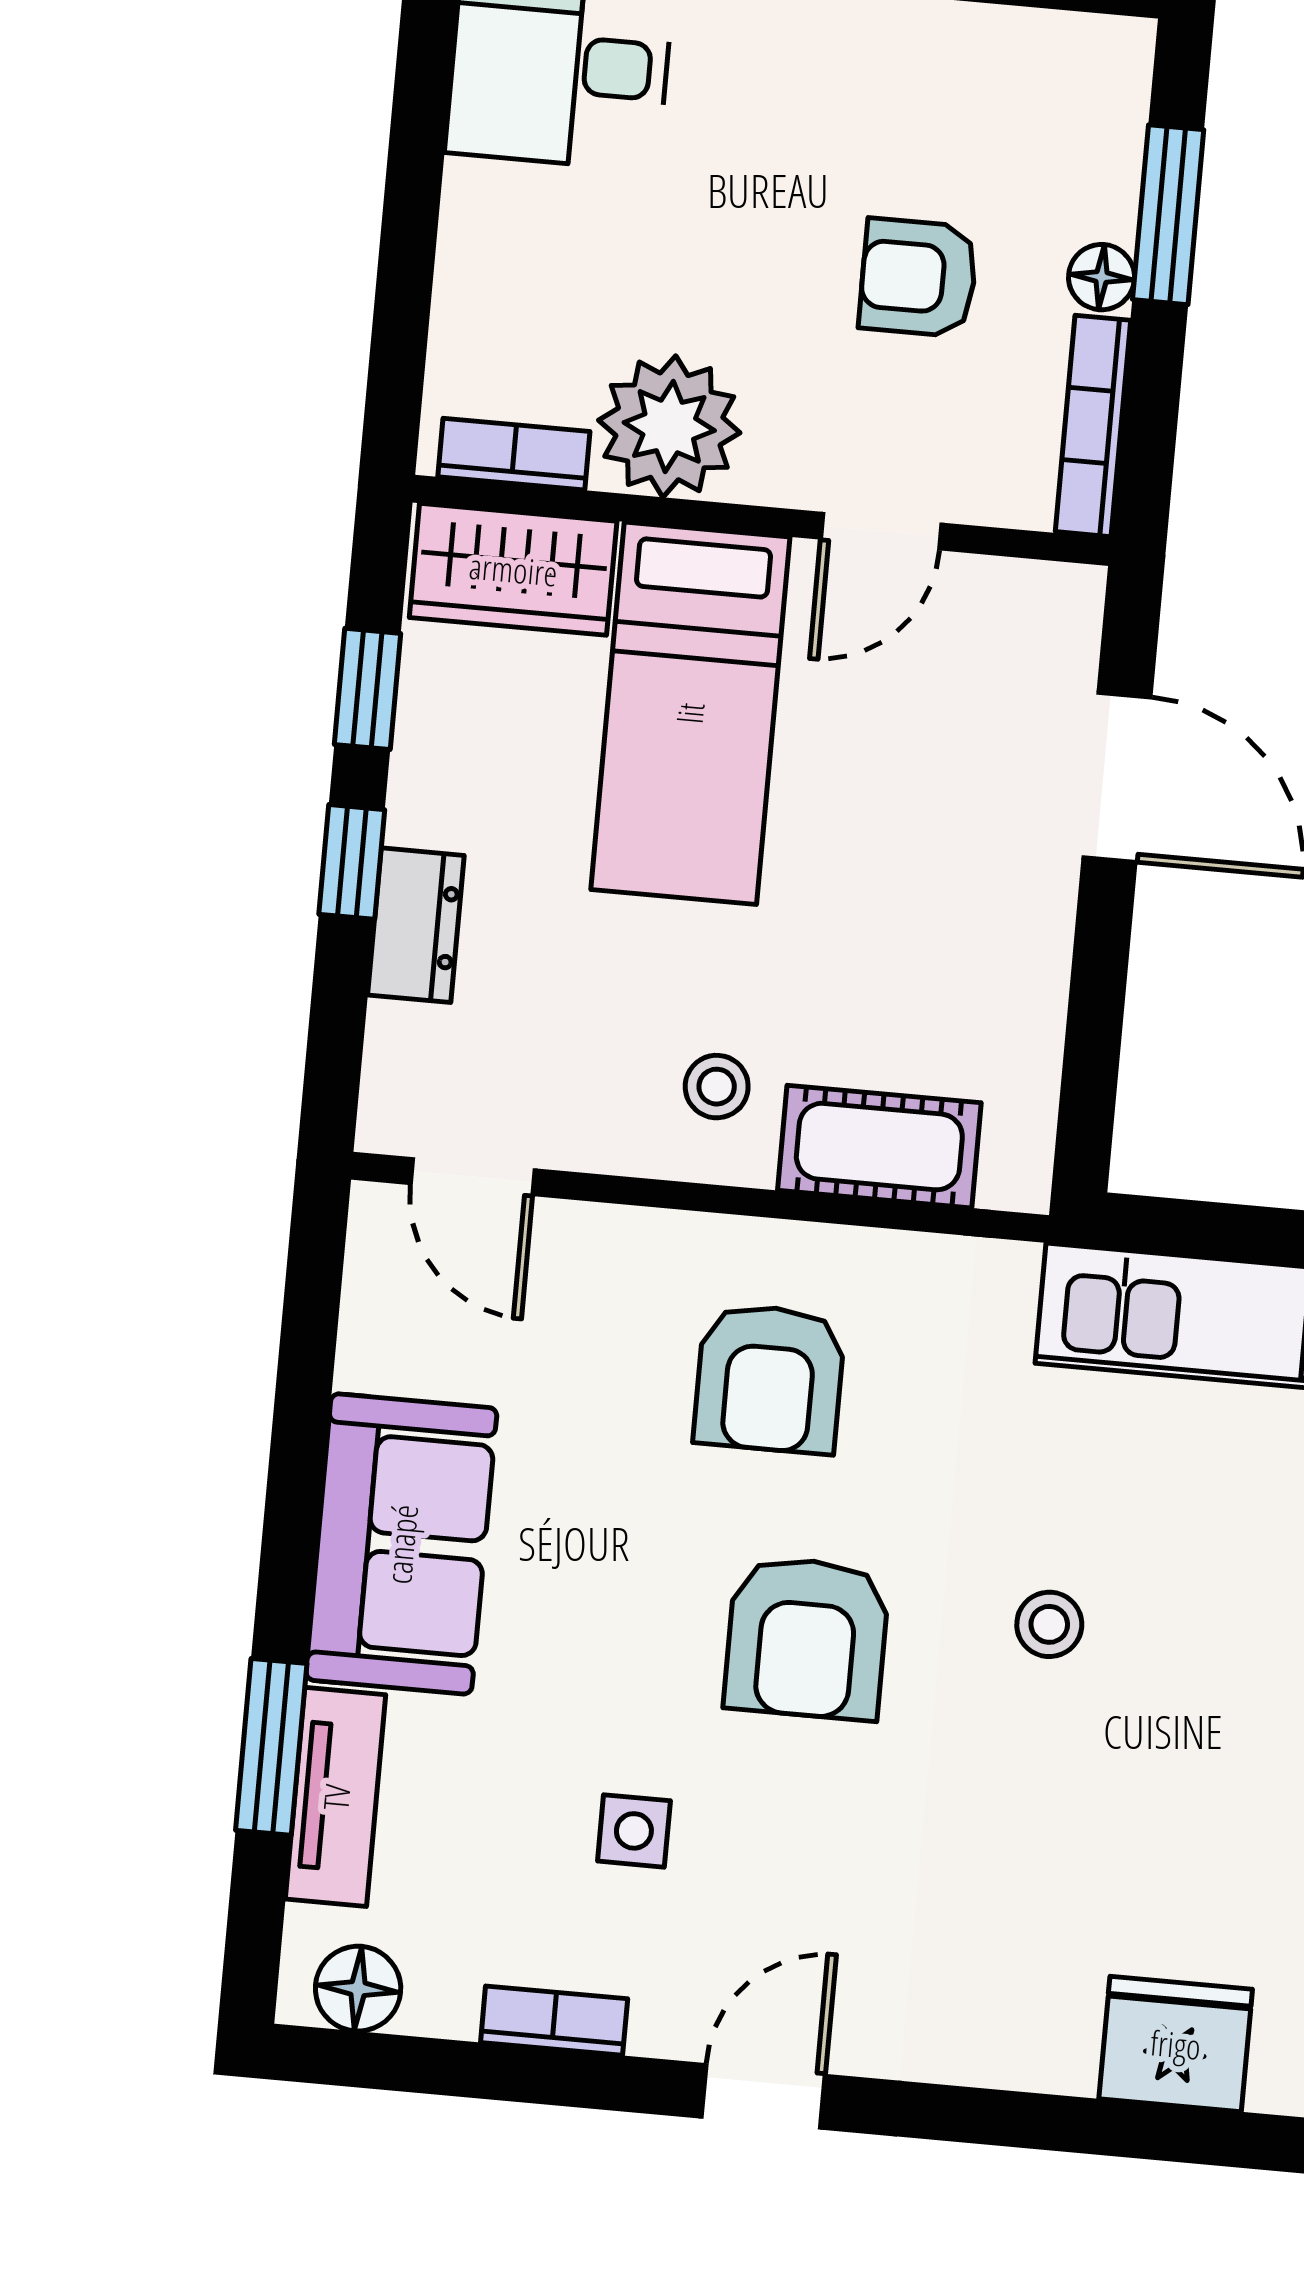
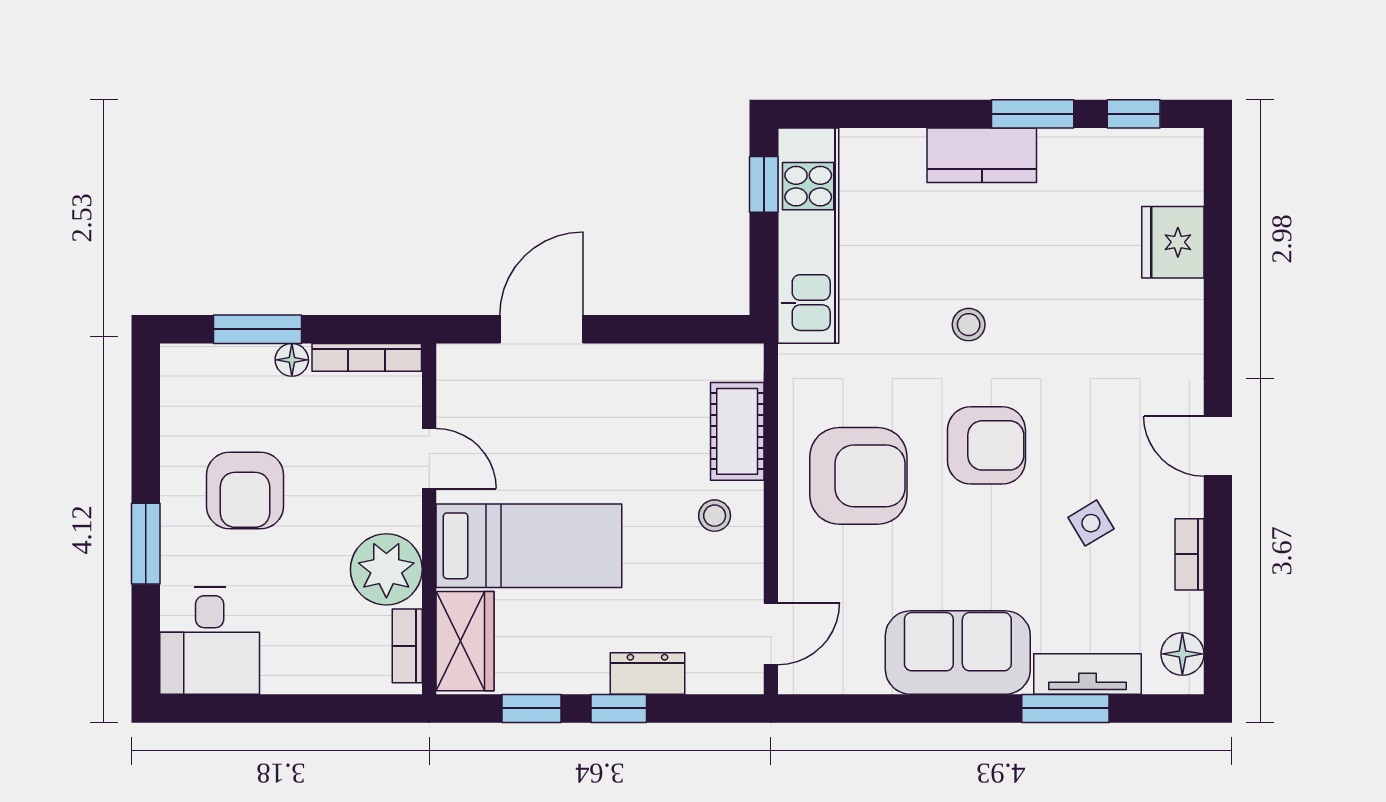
armchair: (918, 278) -> (245, 491), moved, width x1.38, depth x1.38
armchair: (769, 1379) -> (858, 476), width x1.36, depth x1.36
side table: (634, 1831) -> (1091, 523), turned -31

